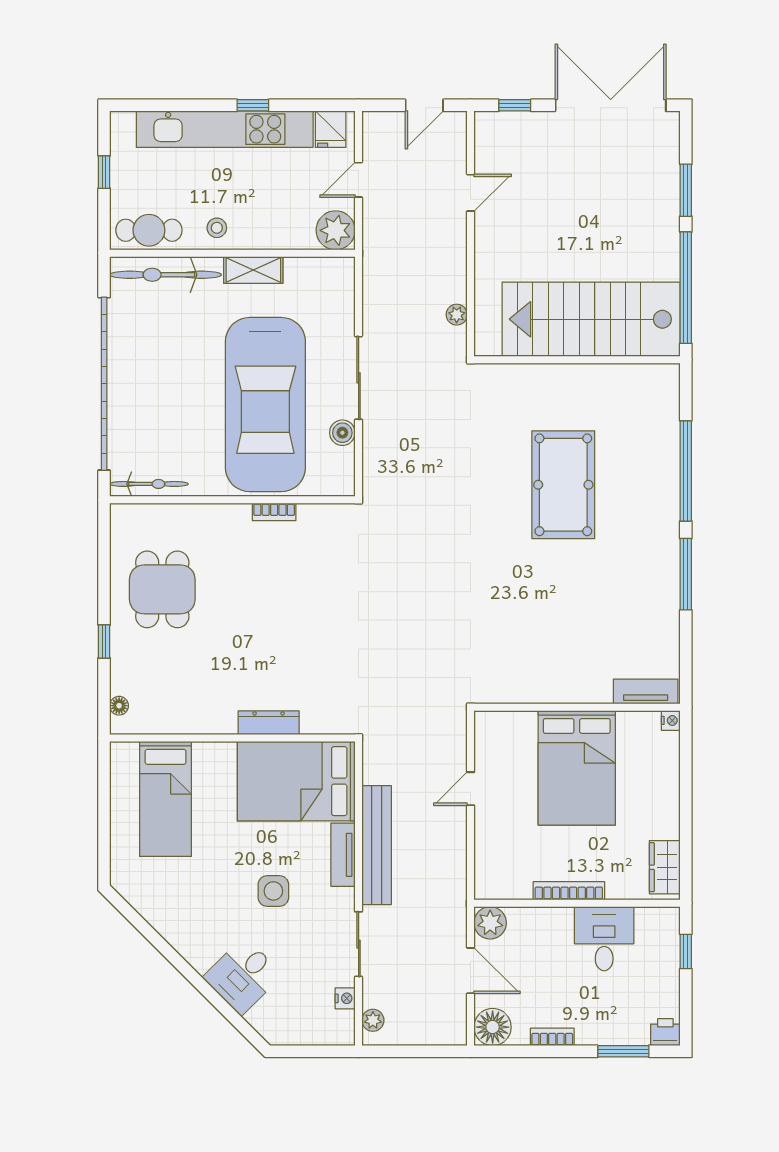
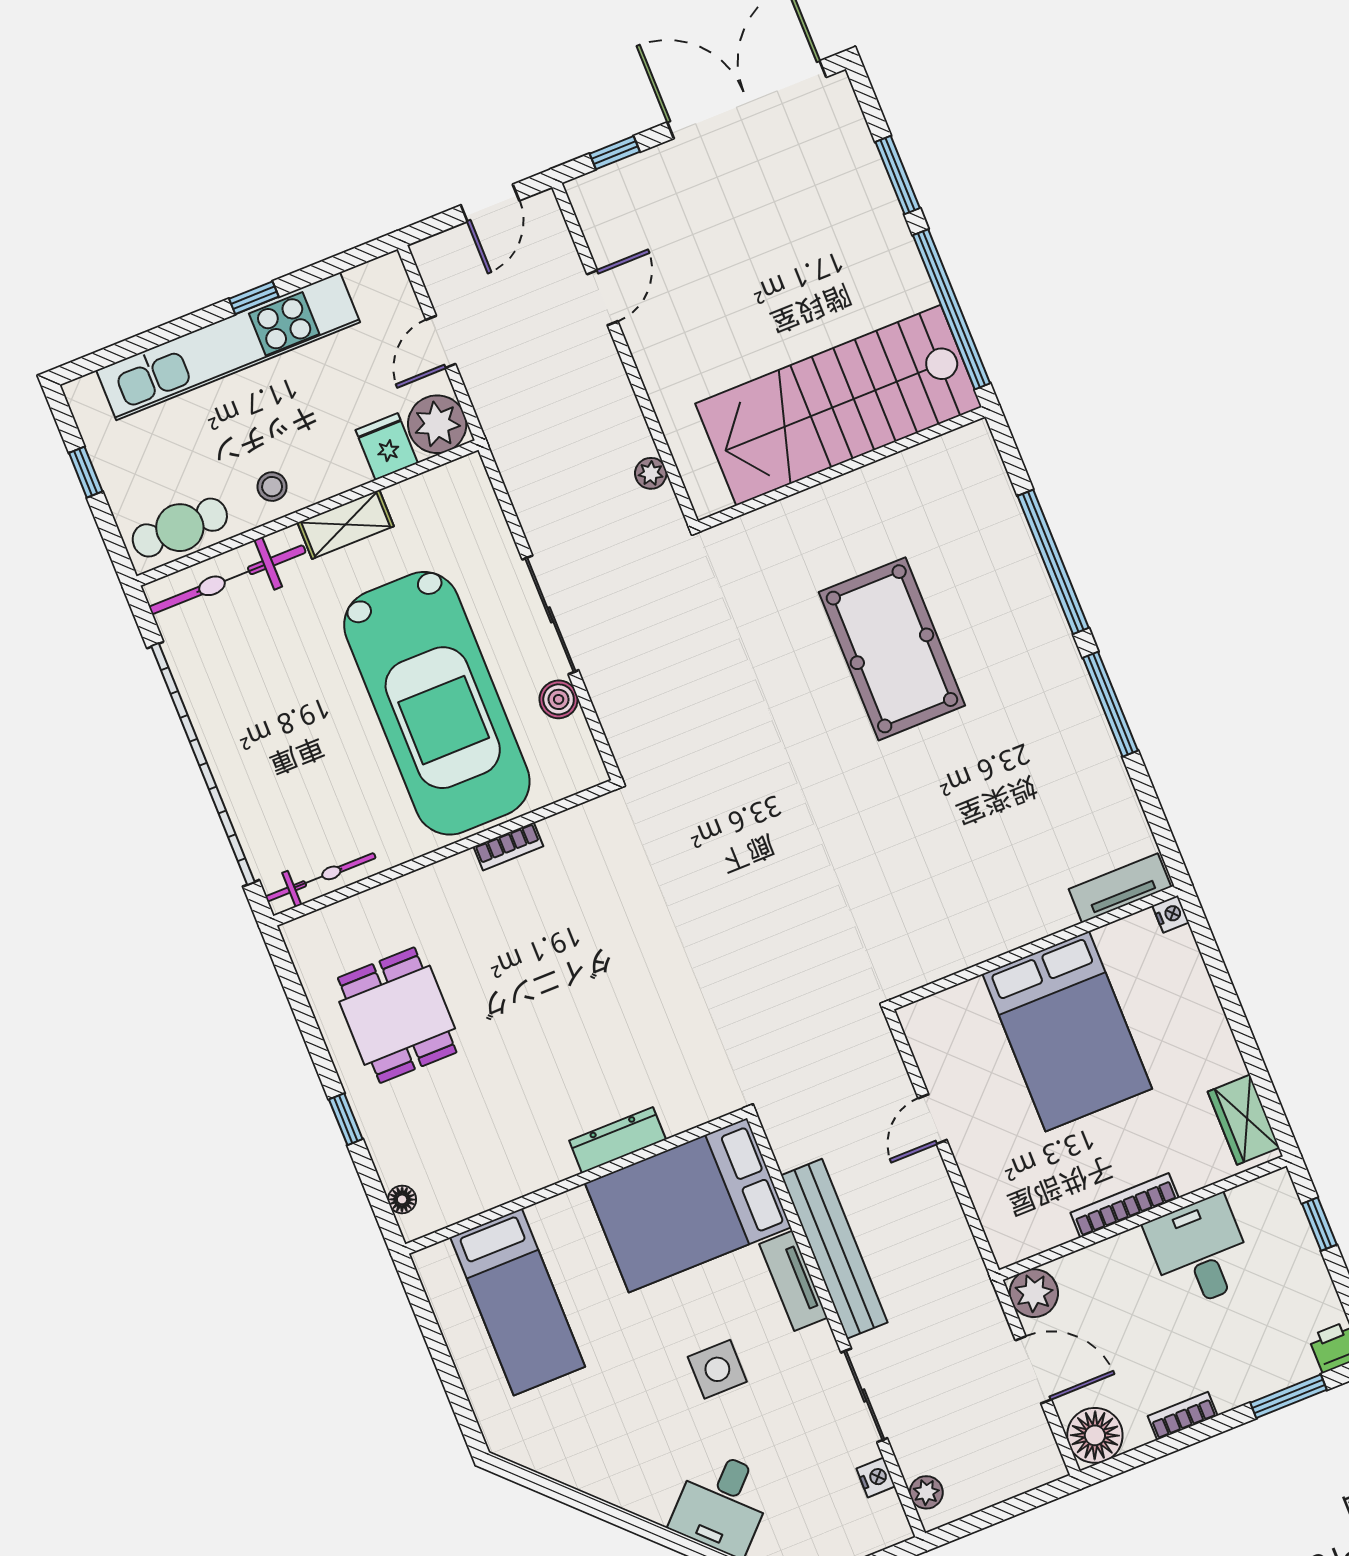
fridge: (331, 129) -> (387, 447), moved, turned 180

